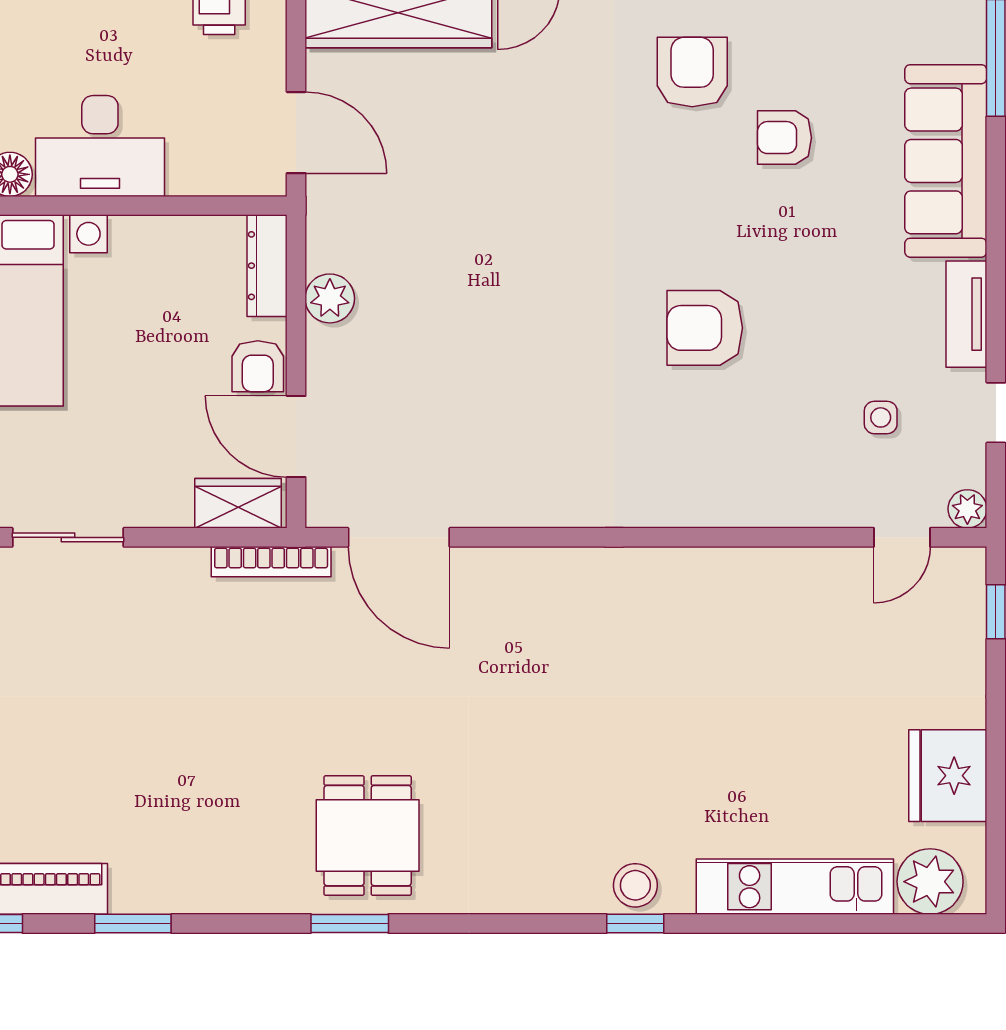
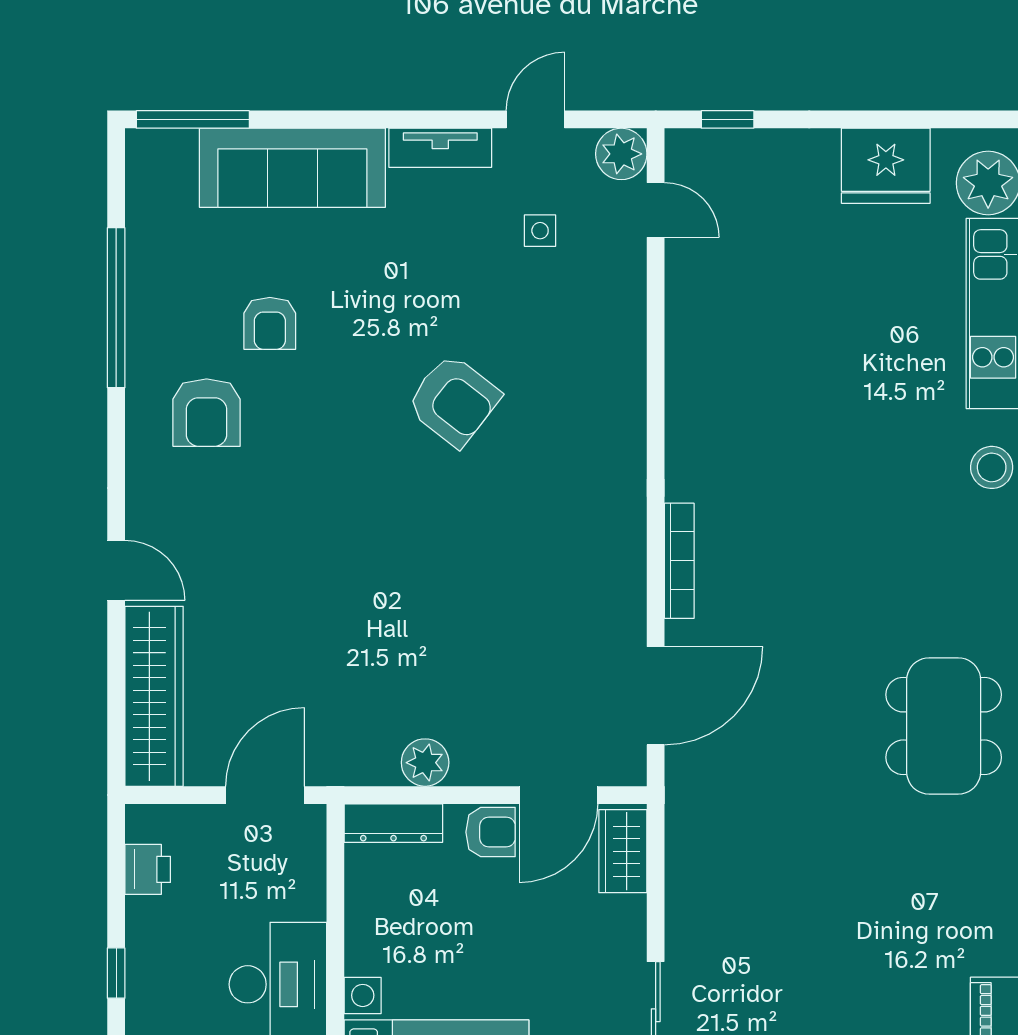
armchair: (692, 72) -> (207, 413), turned -90
armchair: (705, 328) -> (454, 400), turned -52
plant: (967, 509) -> (621, 154), width x1.38, depth x1.38
bookcase: (271, 562) -> (679, 561), moved
dining table: (368, 836) -> (944, 726), width x1.38

